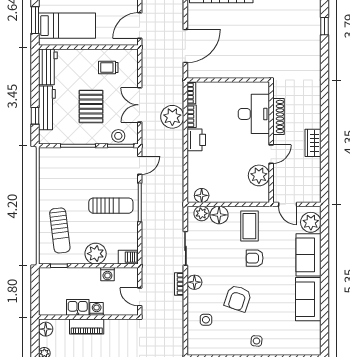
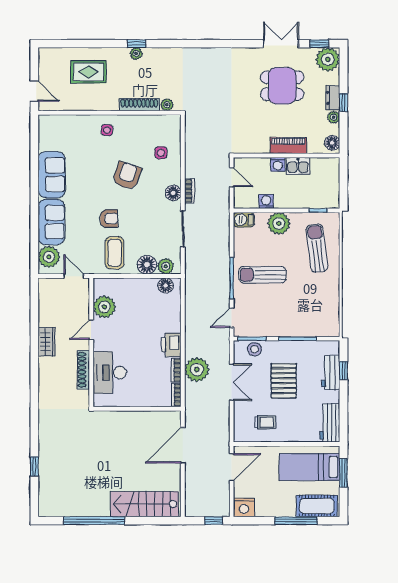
workbench: (47, 108) -> (331, 373), width x0.73

